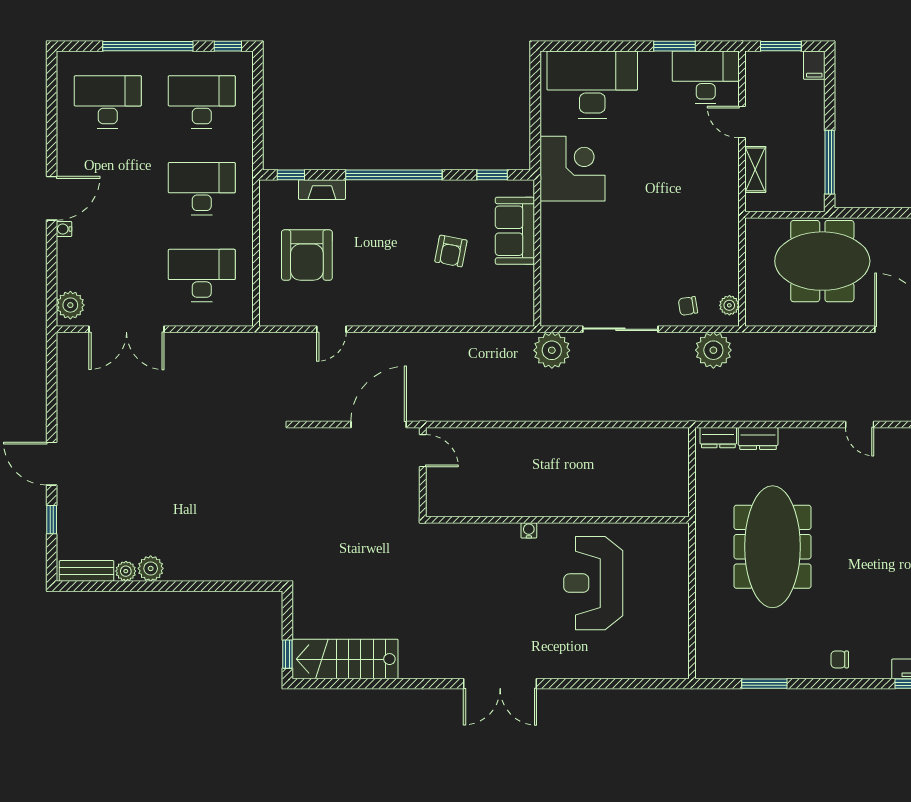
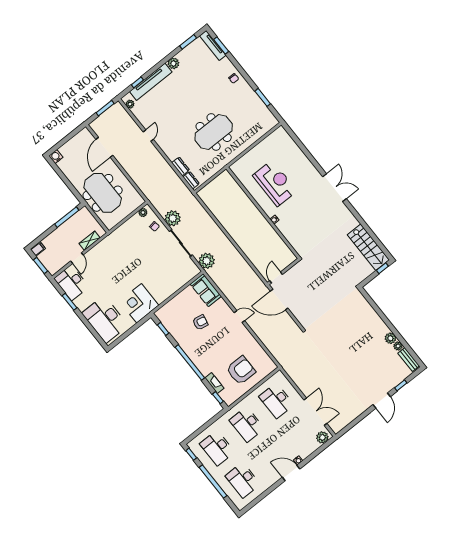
sofa: (515, 231) -> (206, 290), moved, turned 90
door: (331, 329) -> (239, 317), moved
plant: (713, 350) -> (173, 218), moved
meeting table: (773, 547) -> (214, 132), width x0.73
reception desk: (593, 583) -> (275, 183), turned -90

